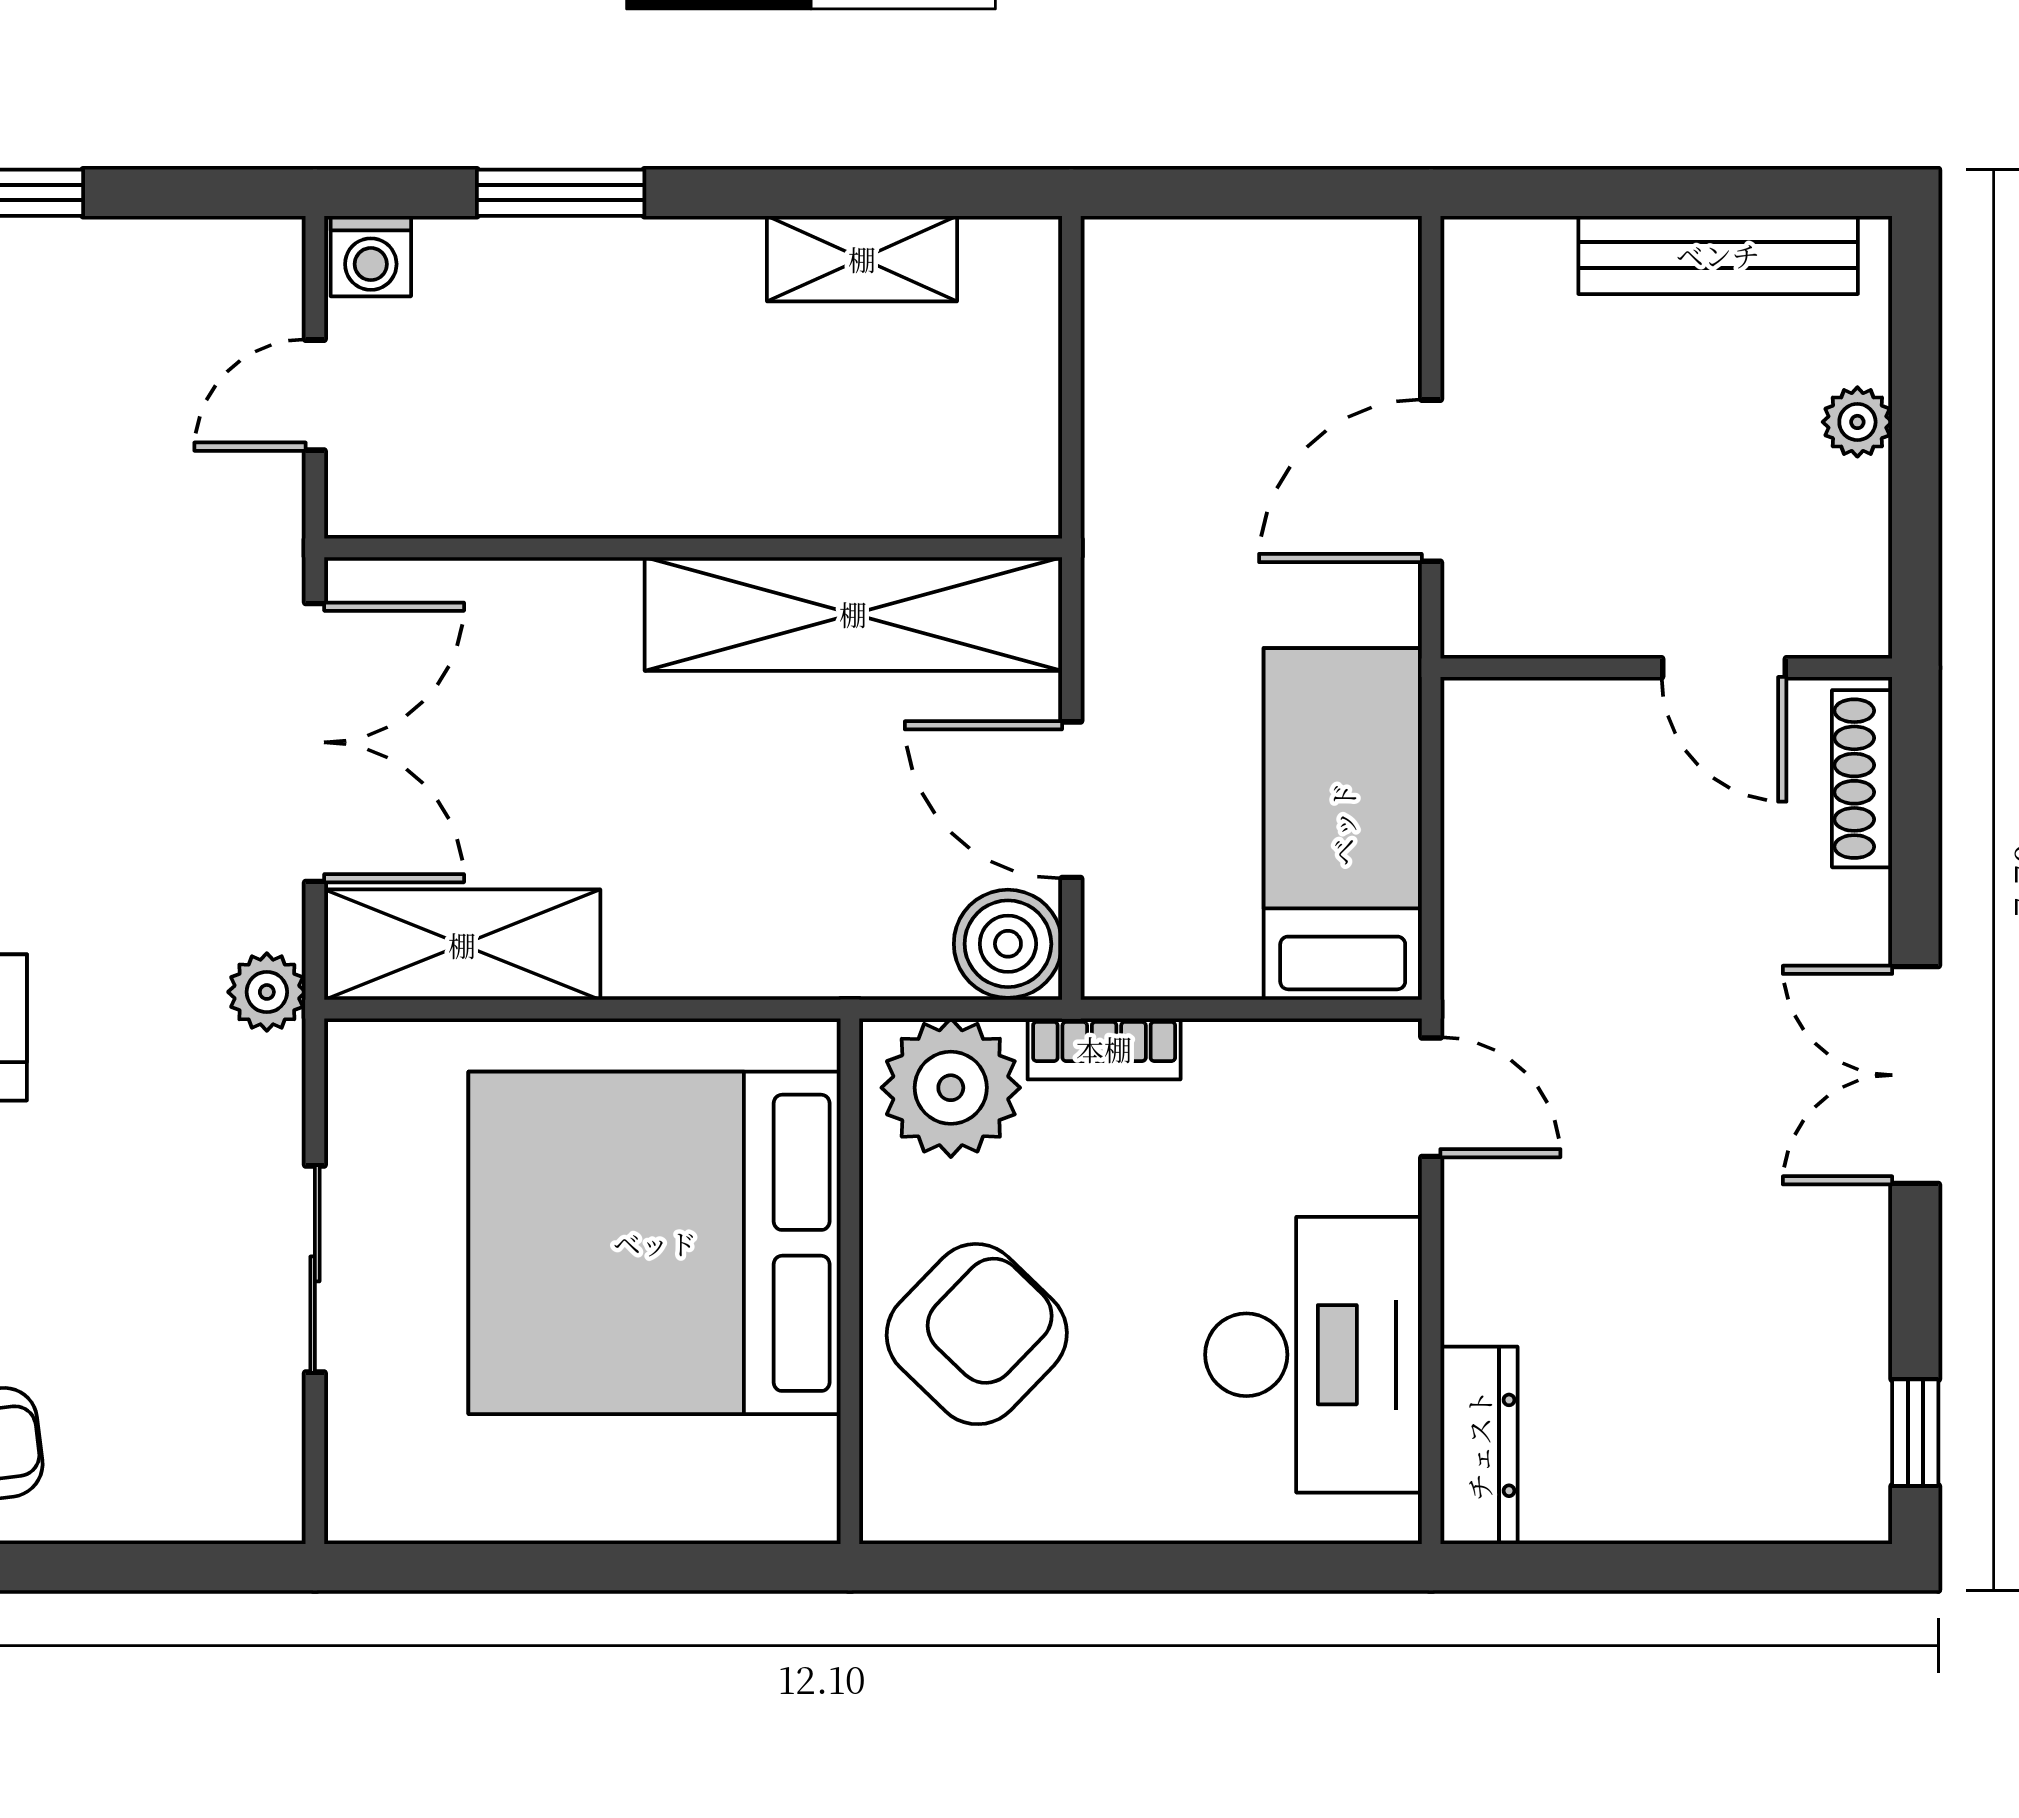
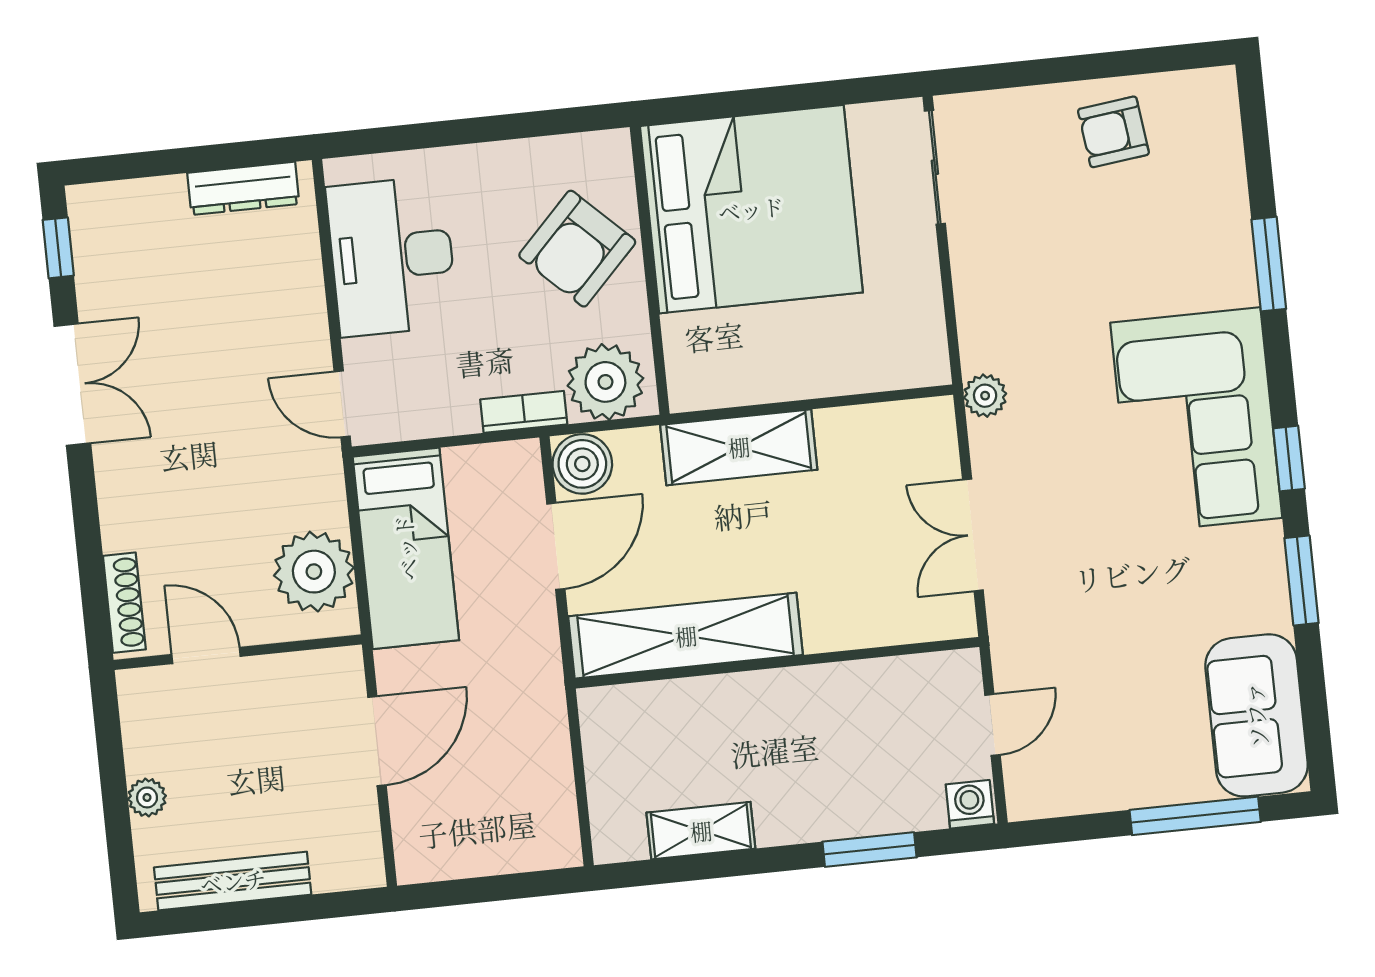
double door: (315, 742) -> (973, 535), width x0.73
plant: (1513, 799) -> (314, 572), added
door: (1071, 800) -> (556, 546), hinge flipped
shelving: (462, 945) -> (739, 447), moved
double door: (1915, 1075) -> (72, 385), moved
bed: (655, 1243) -> (751, 209), moved
sliding door: (315, 1269) -> (935, 167), moved
dresser: (1479, 1445) -> (243, 188), moved, turned -90

